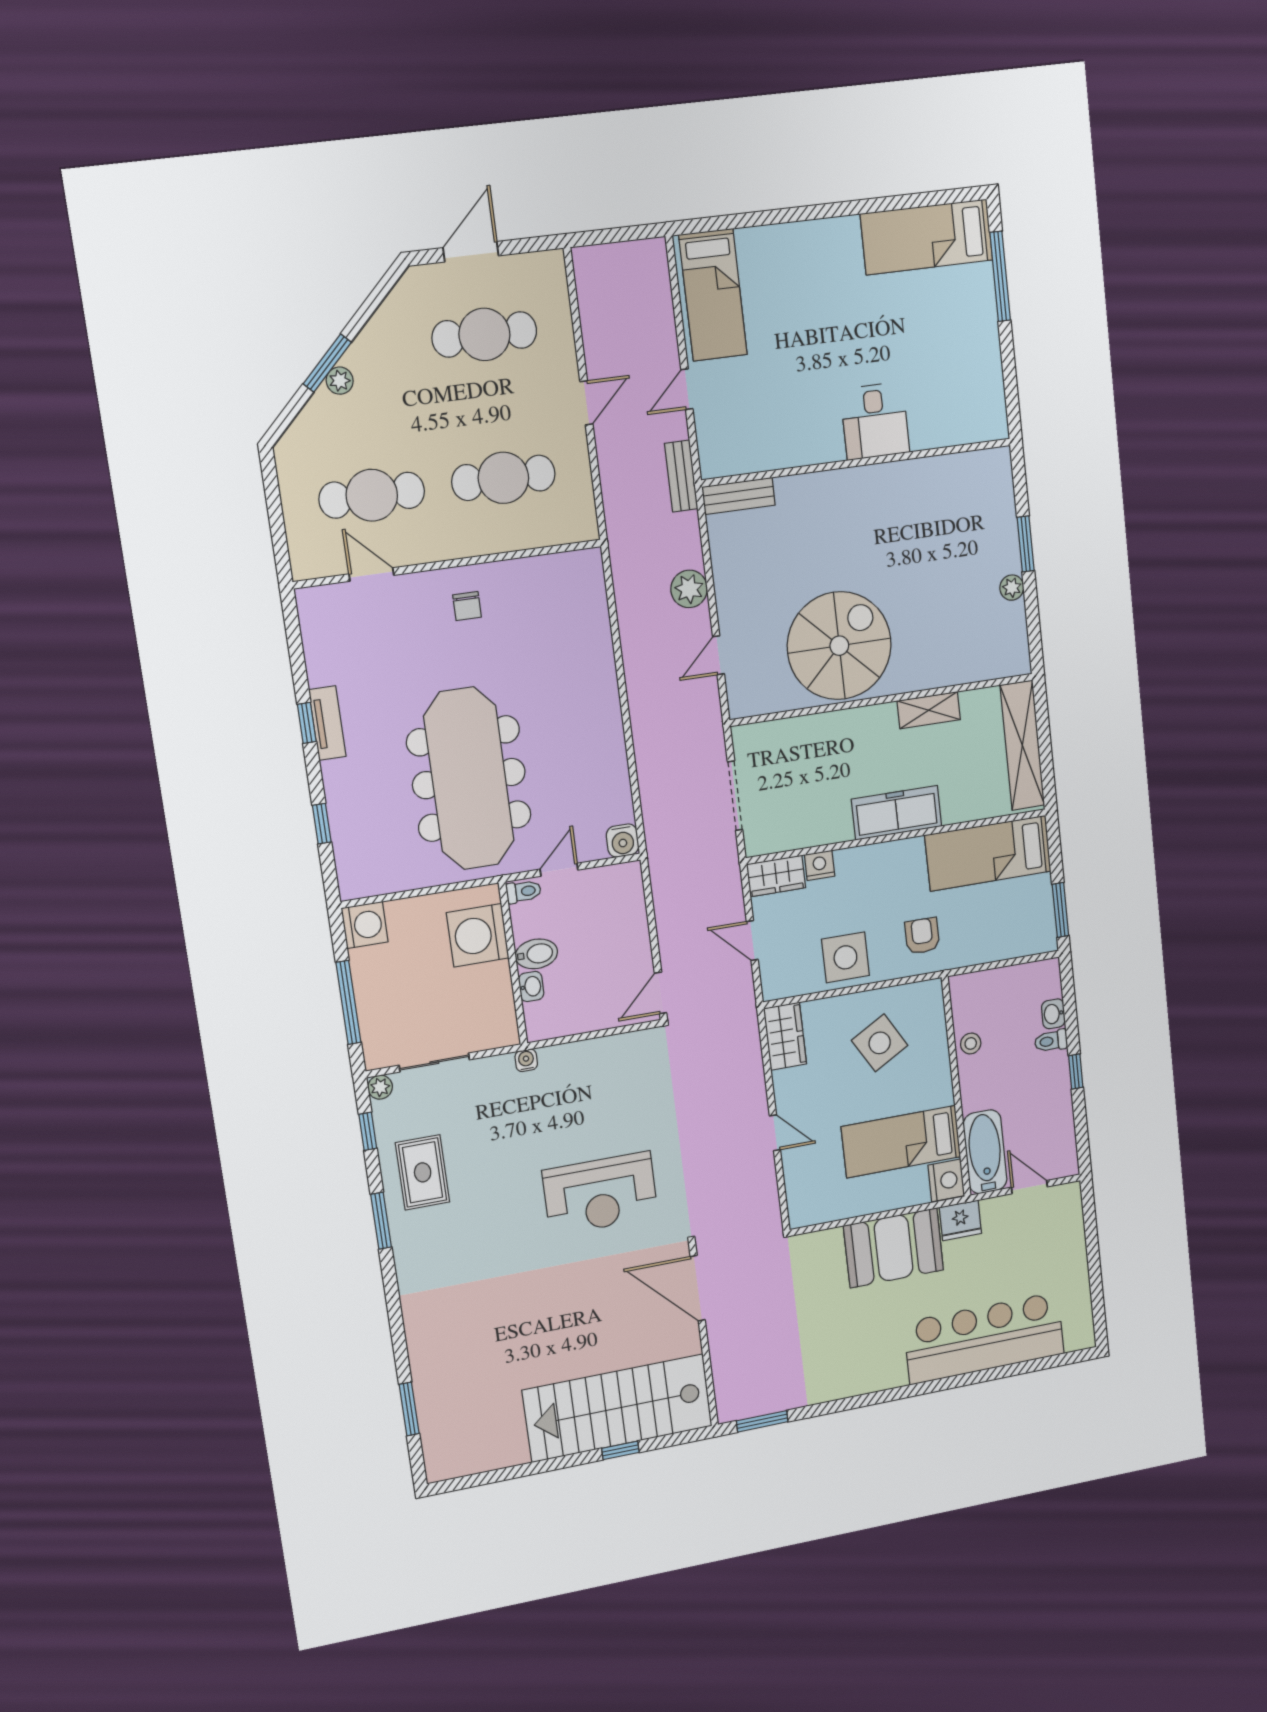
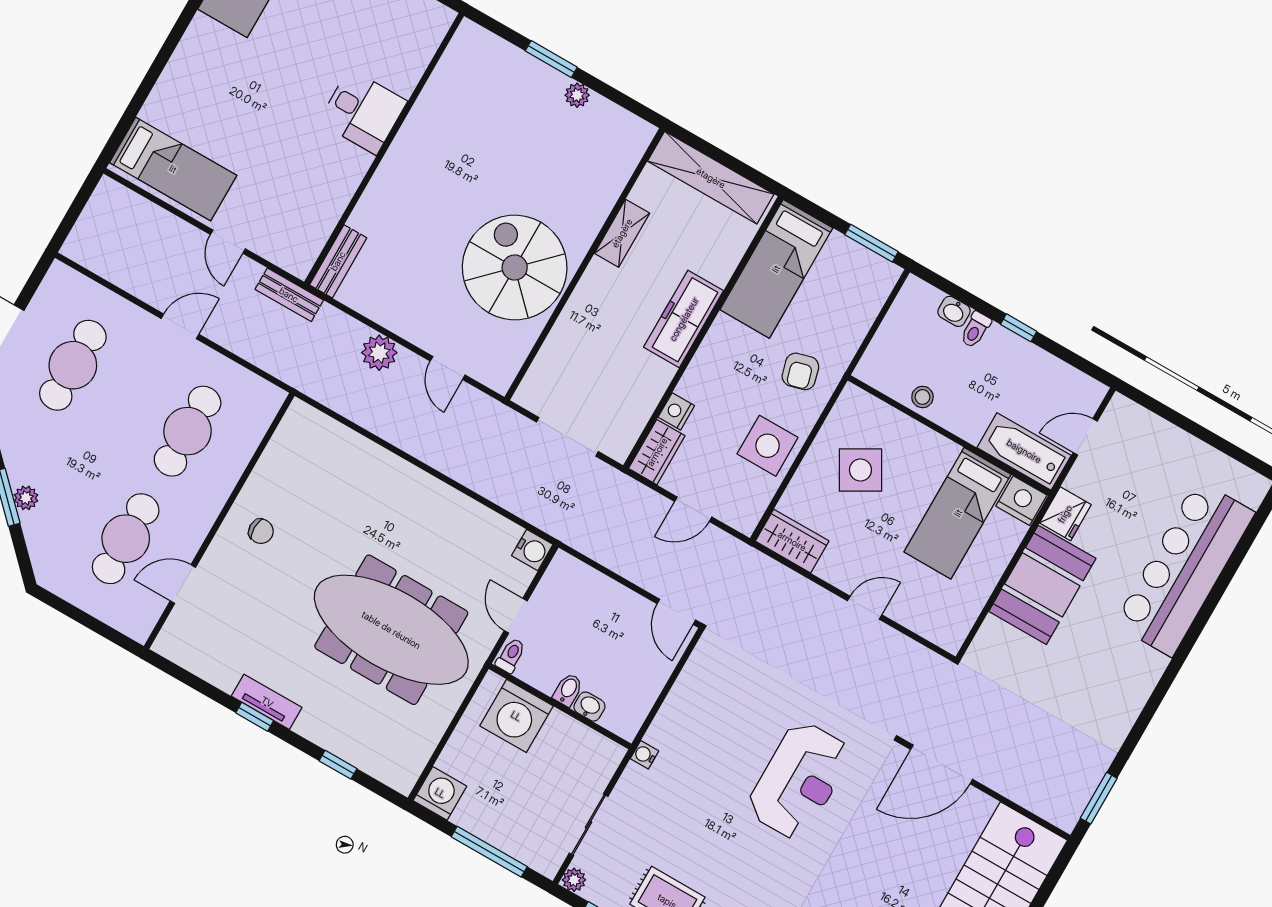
door: (586, 403) -> (180, 326), hinge flipped
armchair: (922, 936) -> (800, 371), turned -105
bidet: (536, 954) -> (568, 690), width x0.72, depth x0.74

